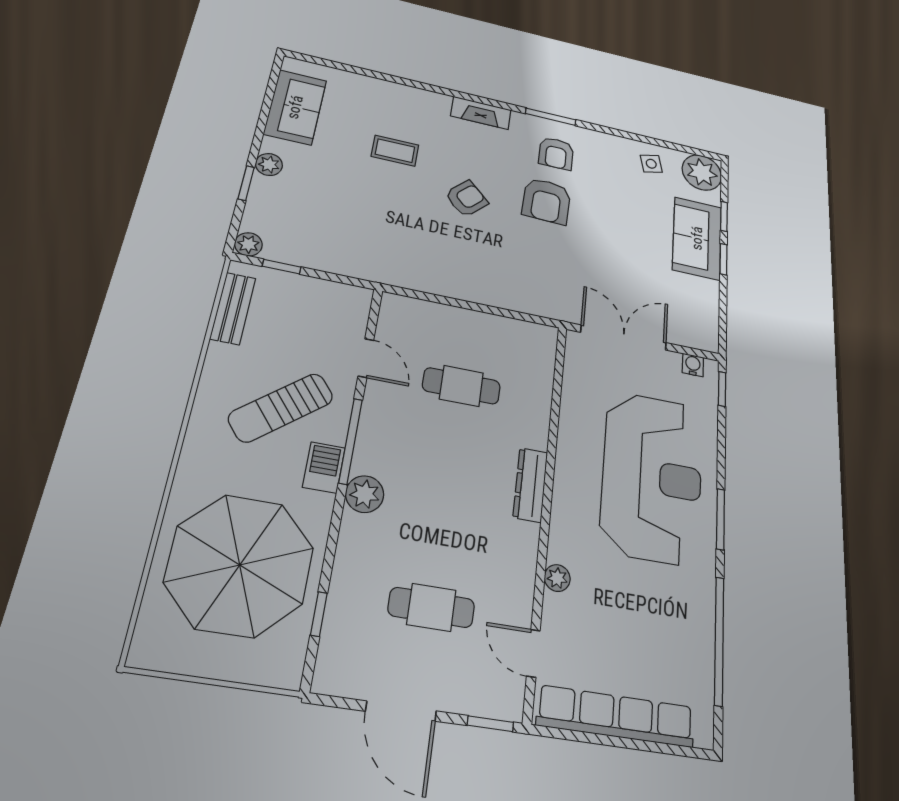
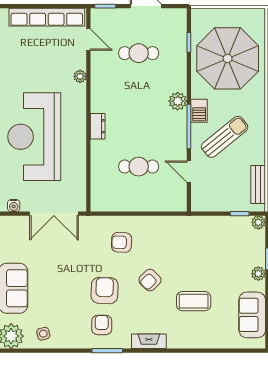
coffee table: (395, 151) -> (194, 301), width x1.36, depth x1.30
armchair: (509, 267) -> (122, 242), added
dresser: (530, 485) -> (98, 126), width x0.70

